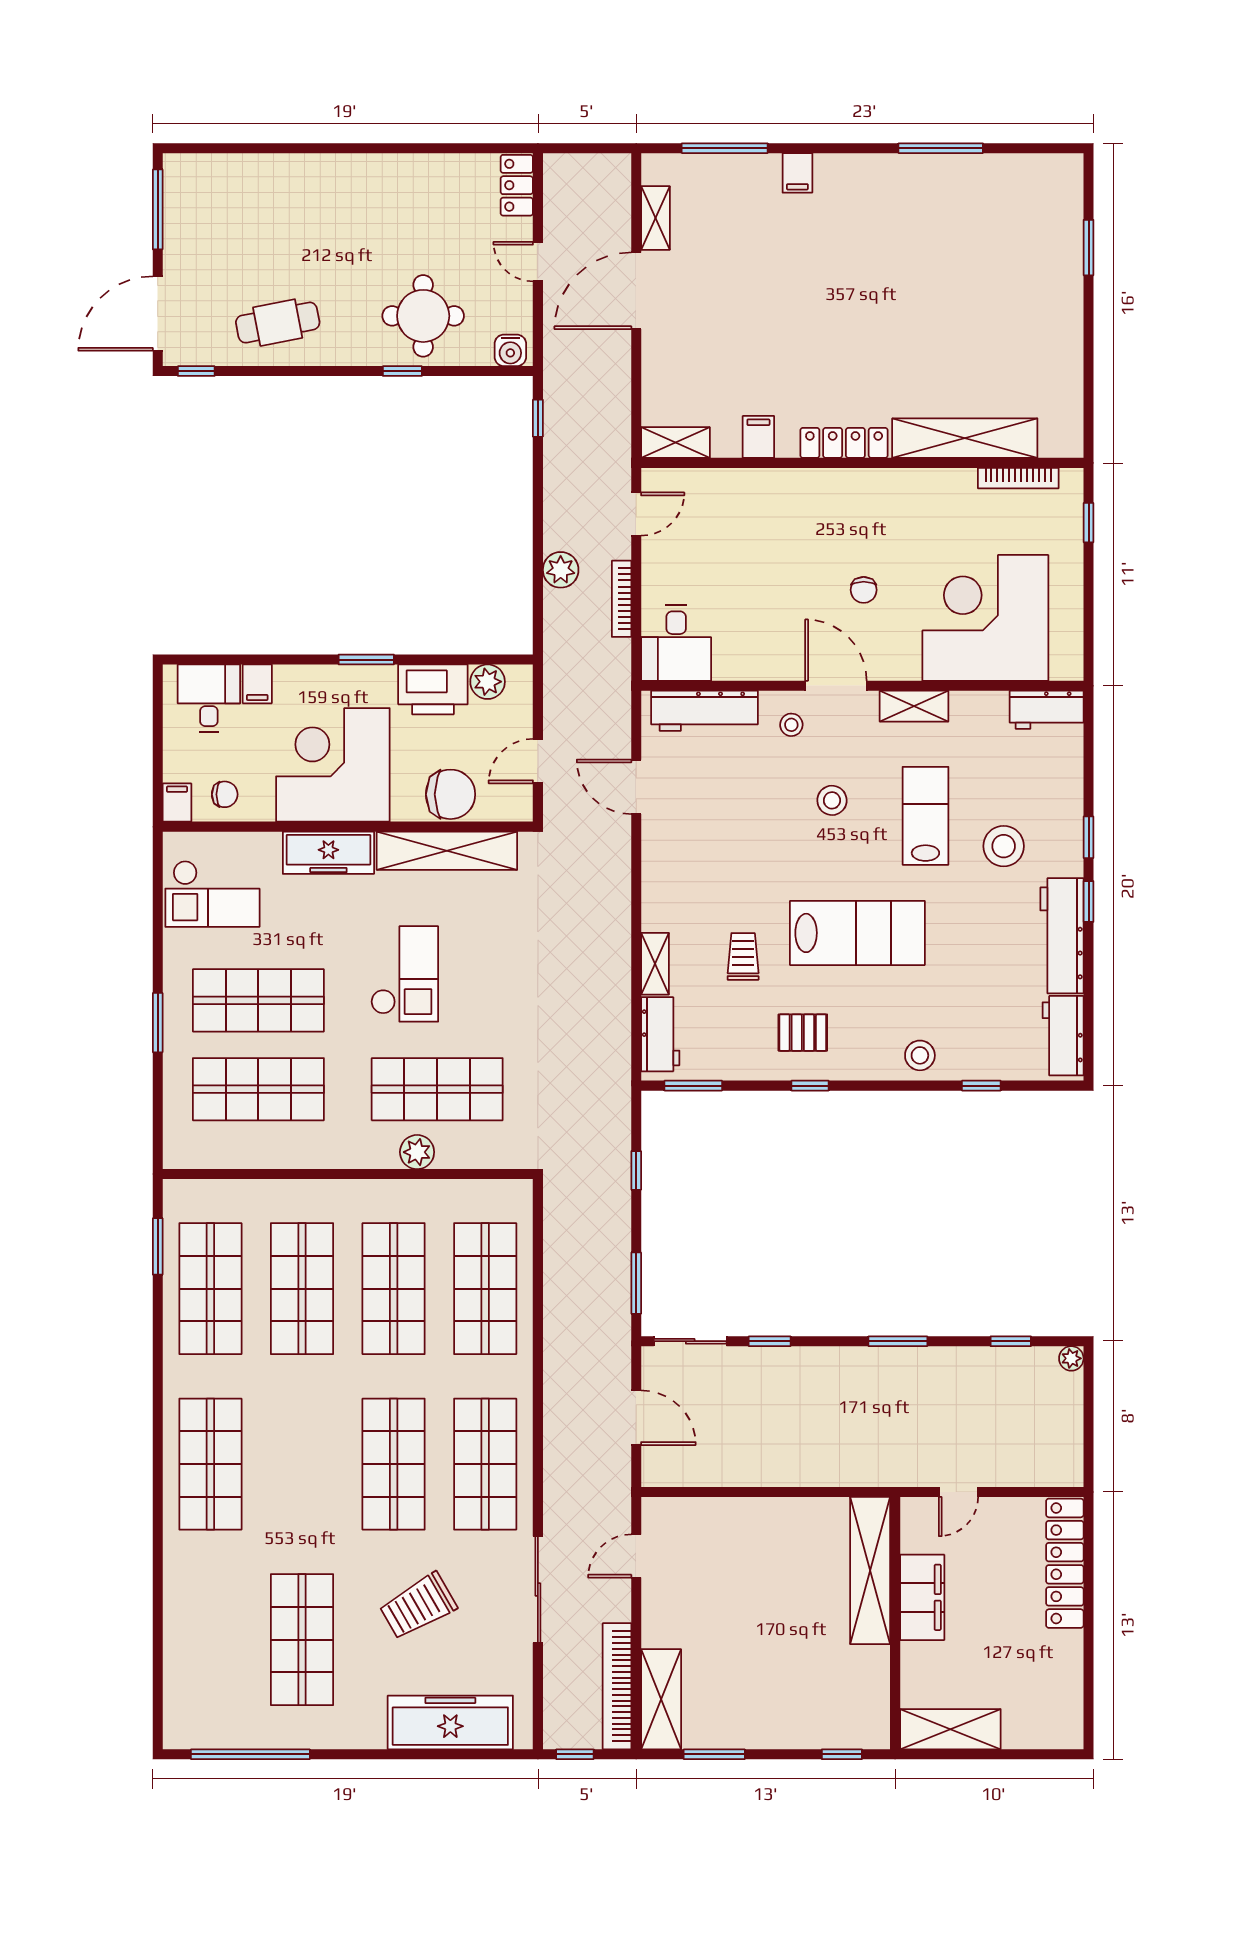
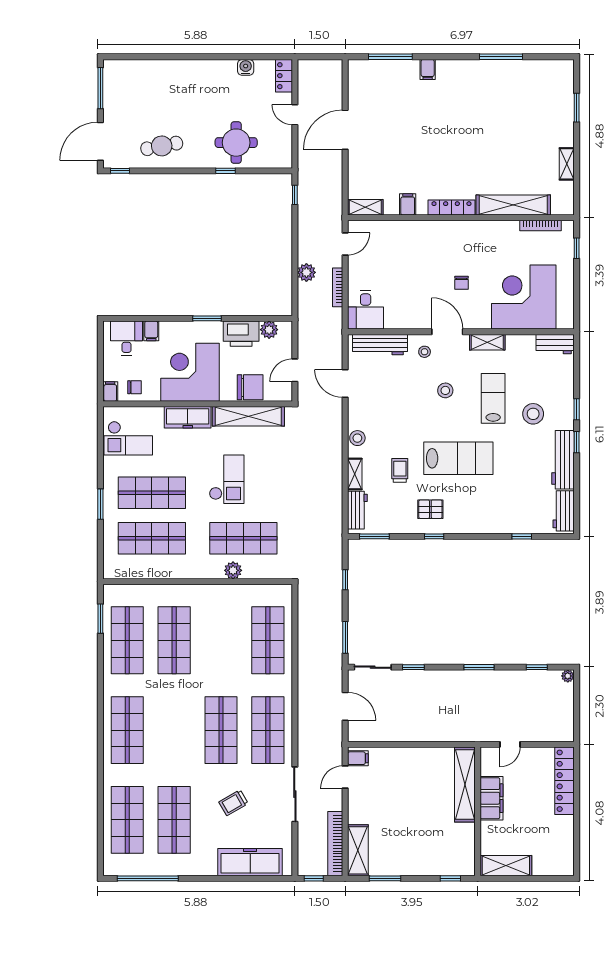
shelving: (655, 218) -> (567, 164), moved
water cooler: (510, 350) -> (246, 67), moved, turned 180
stool: (920, 1055) -> (357, 438), moved
shop shelf: (394, 1289) -> (127, 820), moved
filing cabinet: (661, 1519) -> (358, 758), added
trolley: (418, 1606) -> (233, 803), width x0.73, depth x0.72

